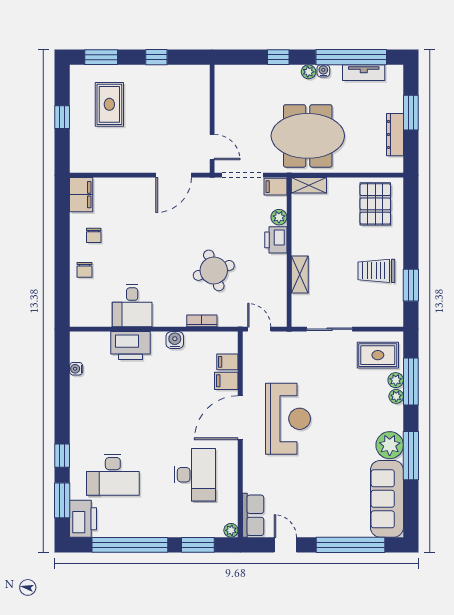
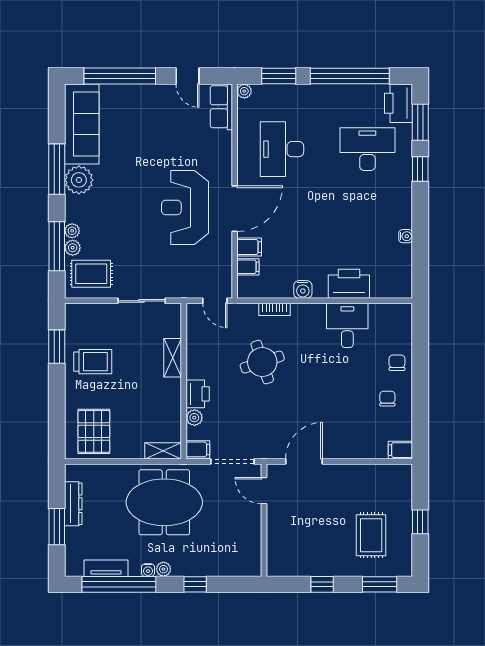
filing cabinet: (81, 195) -> (400, 450), width x0.50
water cooler: (76, 369) -> (406, 236), moved

